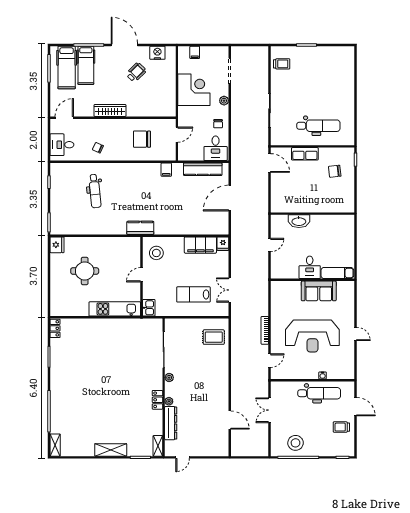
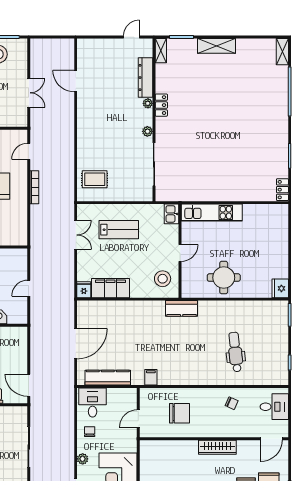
round table: (85, 271) -> (224, 278), moved

